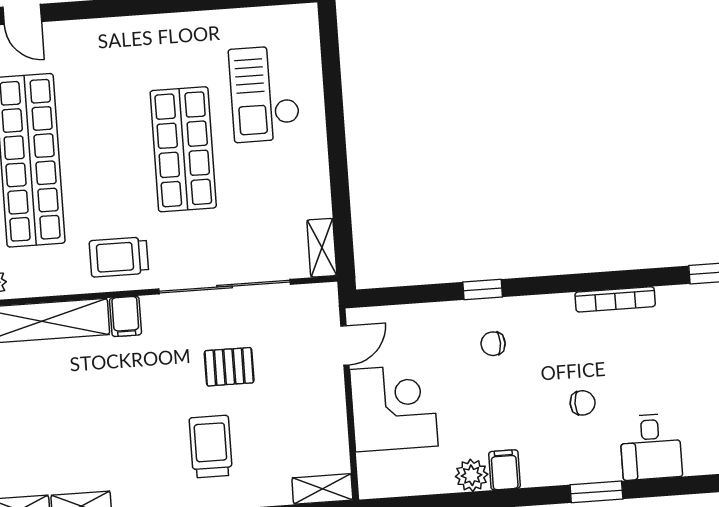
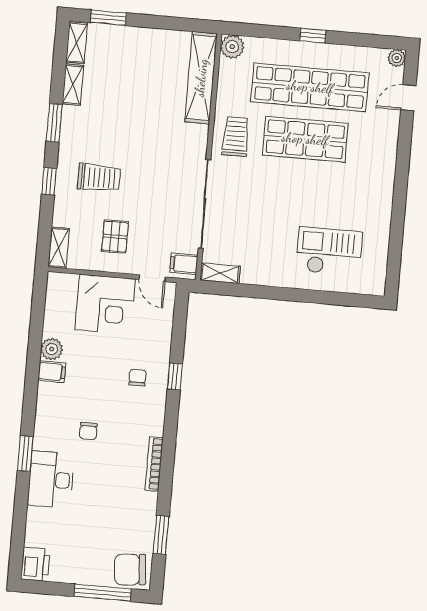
shop shelf: (183, 149) -> (305, 139), moved
filing cabinet: (125, 316) -> (184, 264), moved
pallet: (229, 367) -> (115, 236), moved
desk: (651, 447) -> (51, 480), width x1.37
window: (596, 492) -> (25, 454), moved

